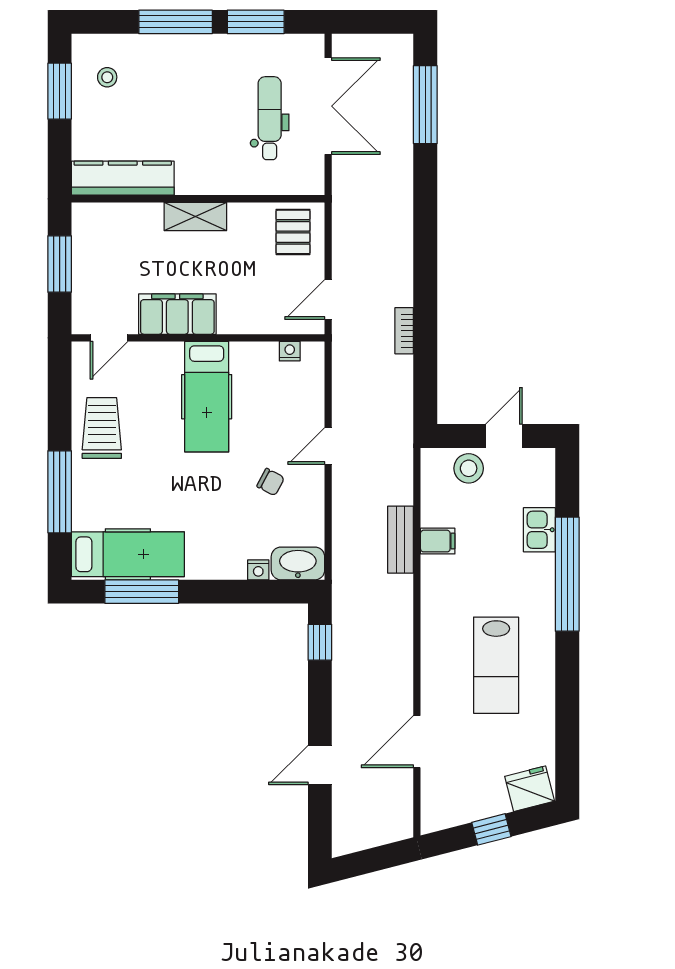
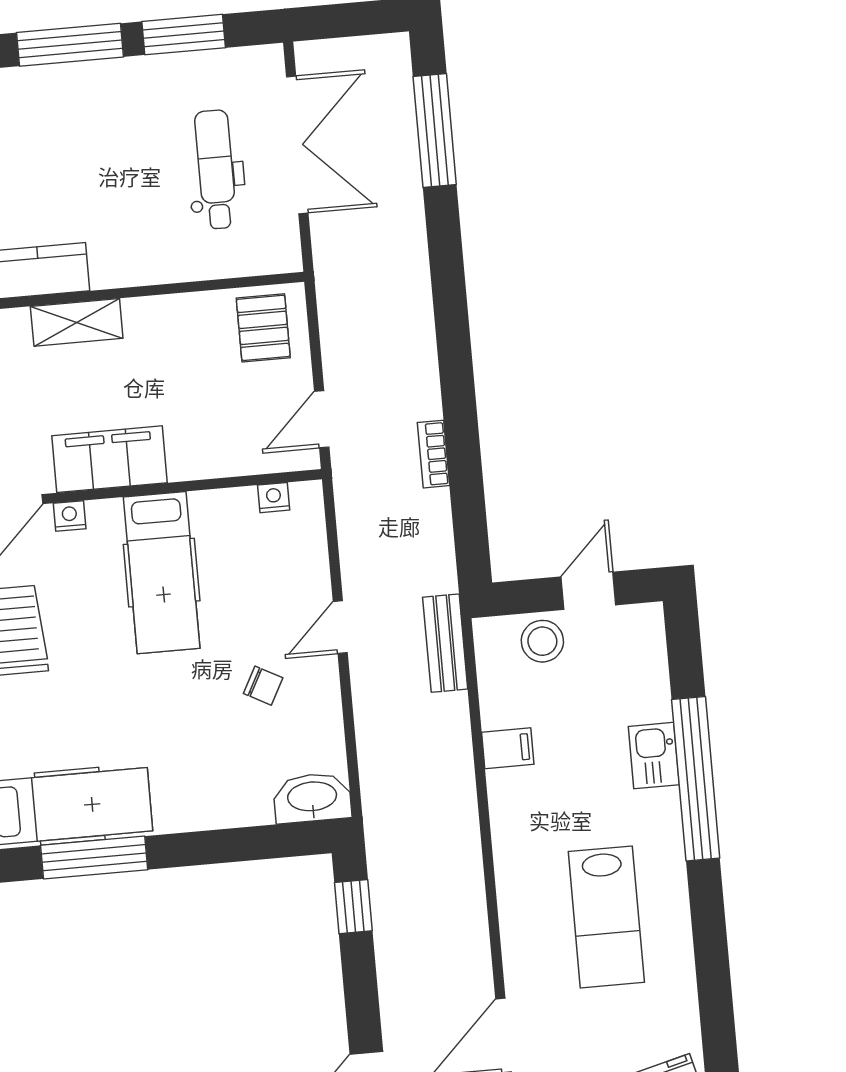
shelving: (195, 216) -> (77, 322), moved
kitchen sink: (539, 530) -> (654, 756), moved
bench: (401, 540) -> (445, 643), moved
nightstand: (258, 570) -> (70, 516), moved, turned 180

